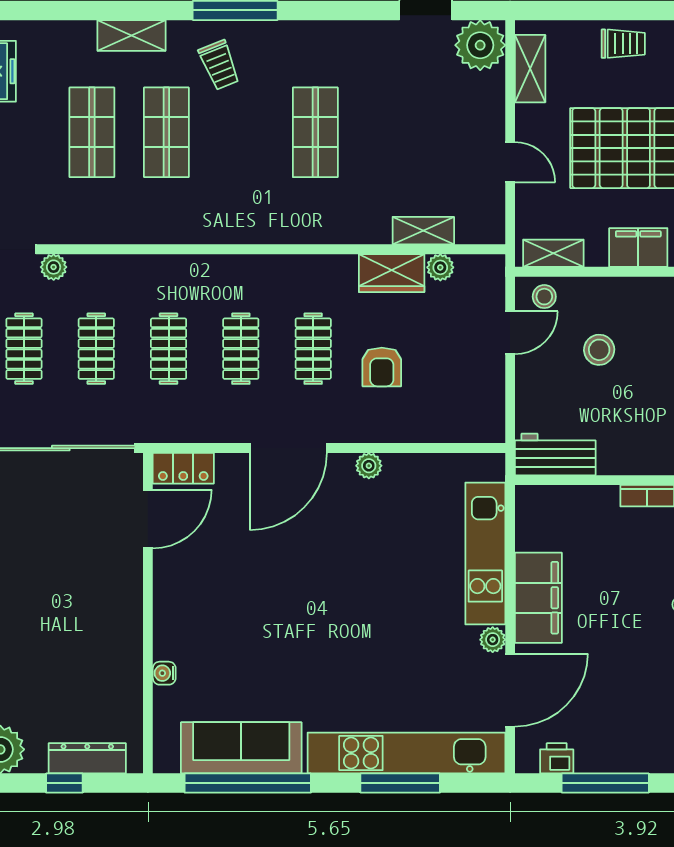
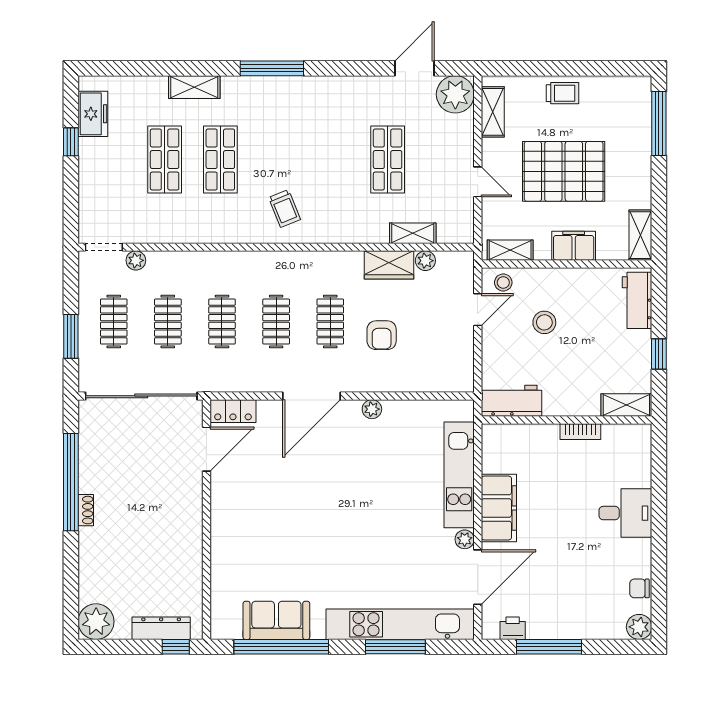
trolley: (219, 65) -> (284, 208), moved
shop shelf: (315, 132) -> (388, 160), moved
water cooler: (164, 673) -> (219, 564), removed
sofa: (241, 748) -> (276, 620), width x0.73
window: (64, 783) -> (176, 647), moved

